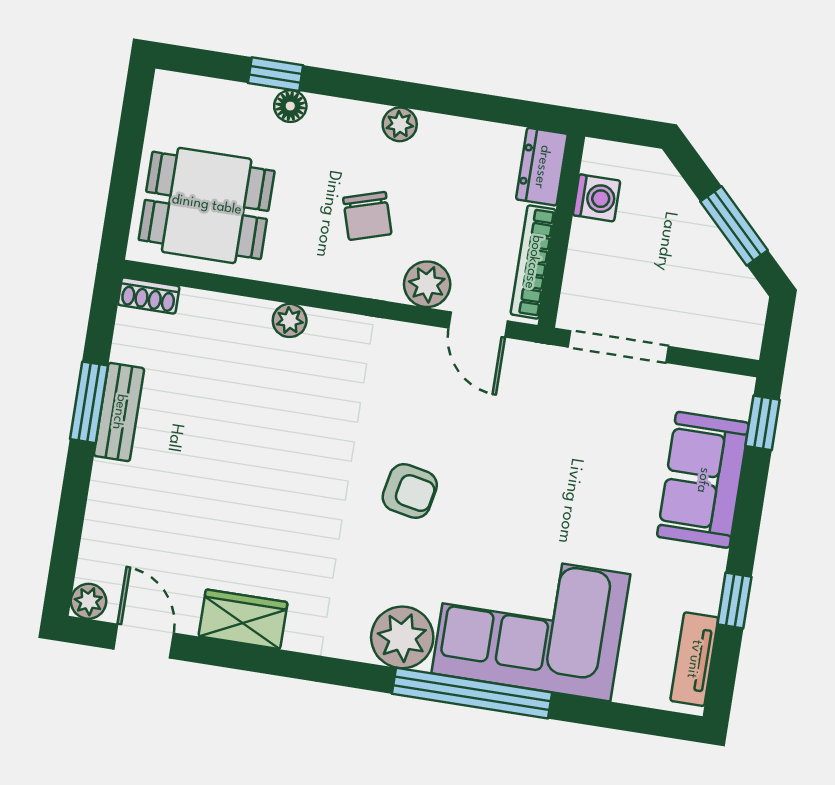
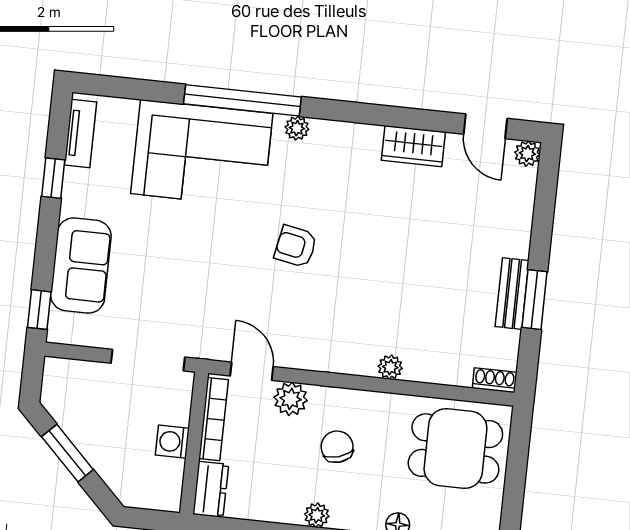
washing machine: (597, 198) -> (172, 442), moved
plant: (402, 637) -> (297, 128), width x0.53, depth x0.53

